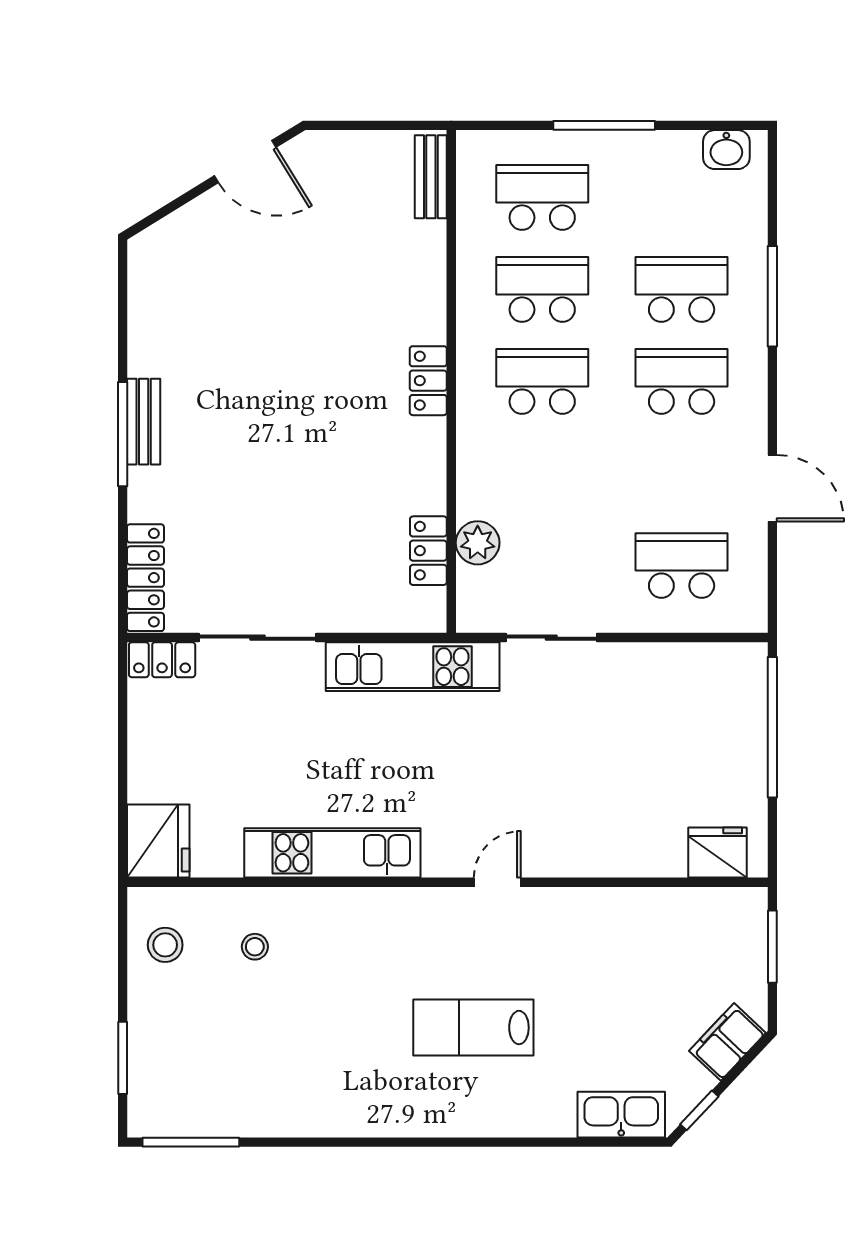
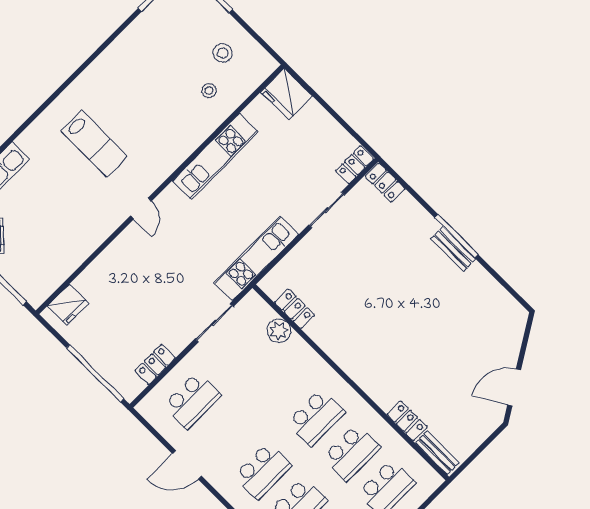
locker: (428, 381) -> (407, 421), moved
locker: (145, 578) -> (385, 183), width x0.66
sliding door: (257, 638) -> (327, 210), width x0.73
locker: (683, 661) -> (155, 364), added
stool: (165, 945) -> (223, 53), moved
lab bench: (473, 1028) -> (94, 144), turned 90

